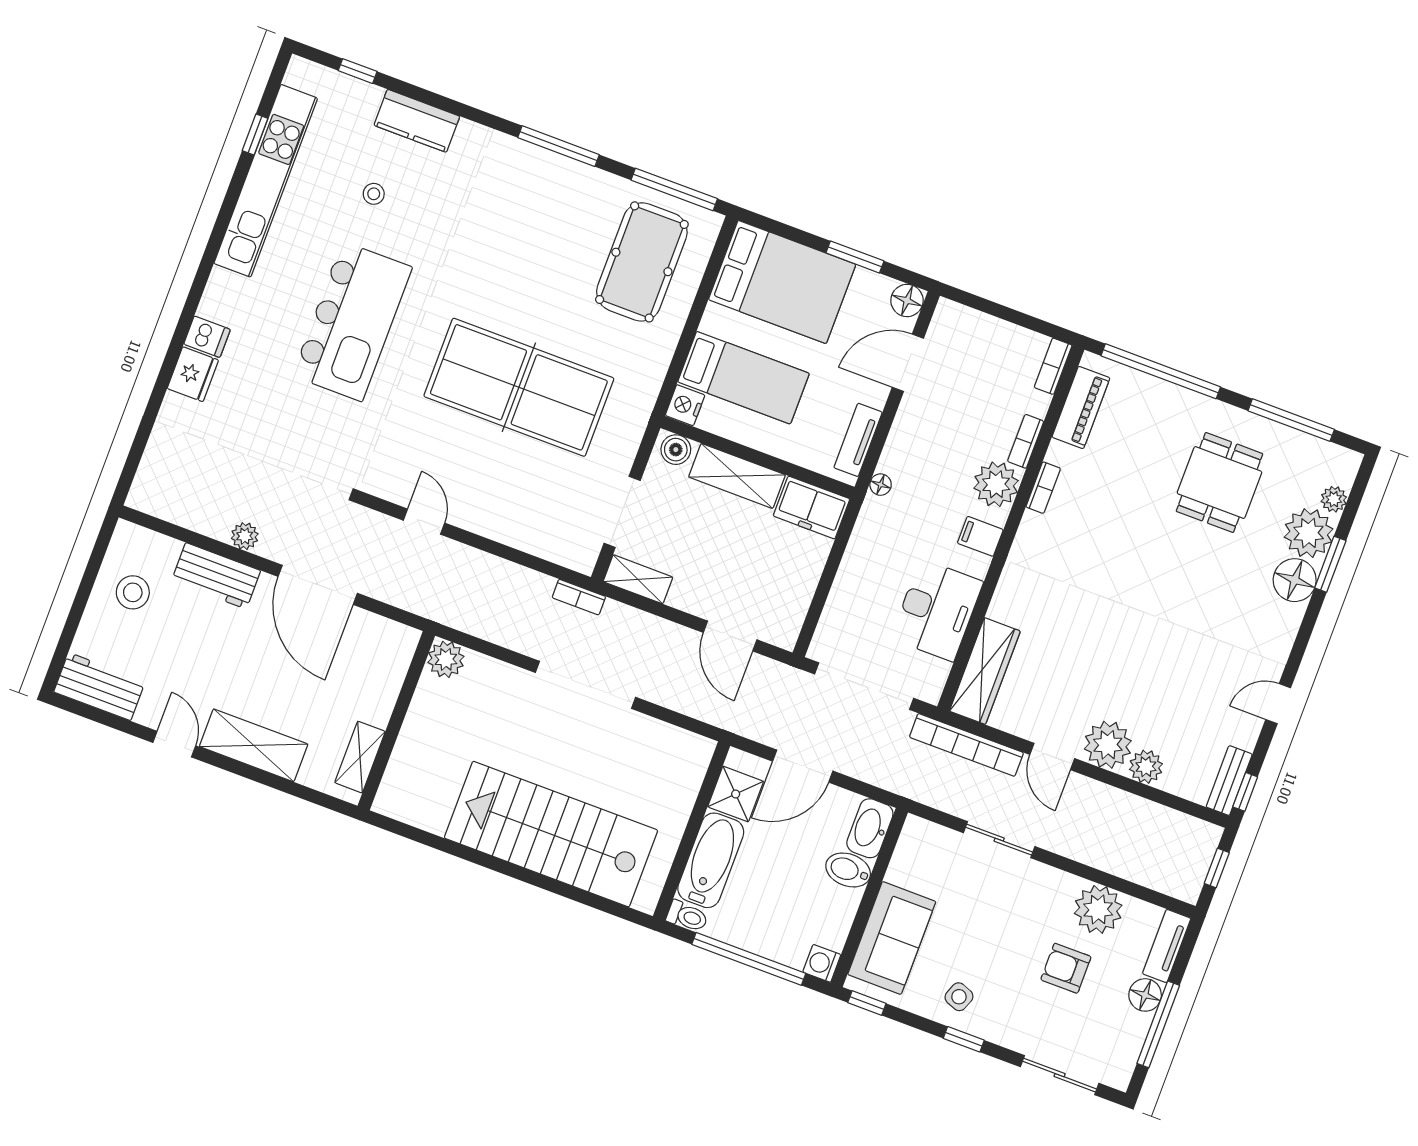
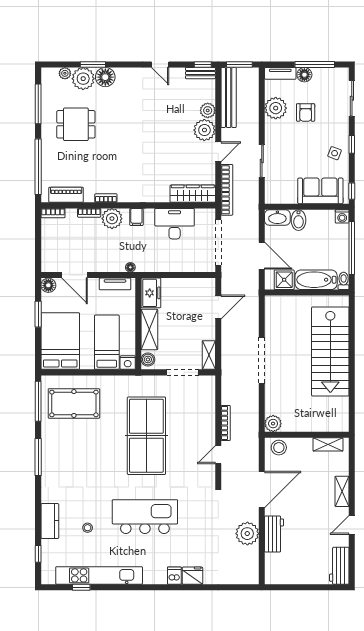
plant: (245, 536) -> (247, 534), width x1.88, depth x1.88
stool: (133, 592) -> (279, 448), moved
bookcase: (579, 597) -> (226, 423), moved, width x1.56
shelving: (254, 745) -> (342, 491), width x0.67, depth x0.75
bench: (1157, 820) -> (229, 98), added
window: (1217, 868) -> (239, 64), width x1.50

